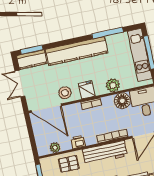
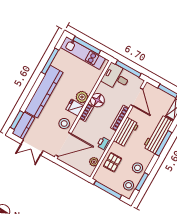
plant: (113, 85) -> (82, 97), moved
floor lamp: (122, 101) -> (97, 100), moved
workbench: (105, 153) -> (126, 132), width x0.73

